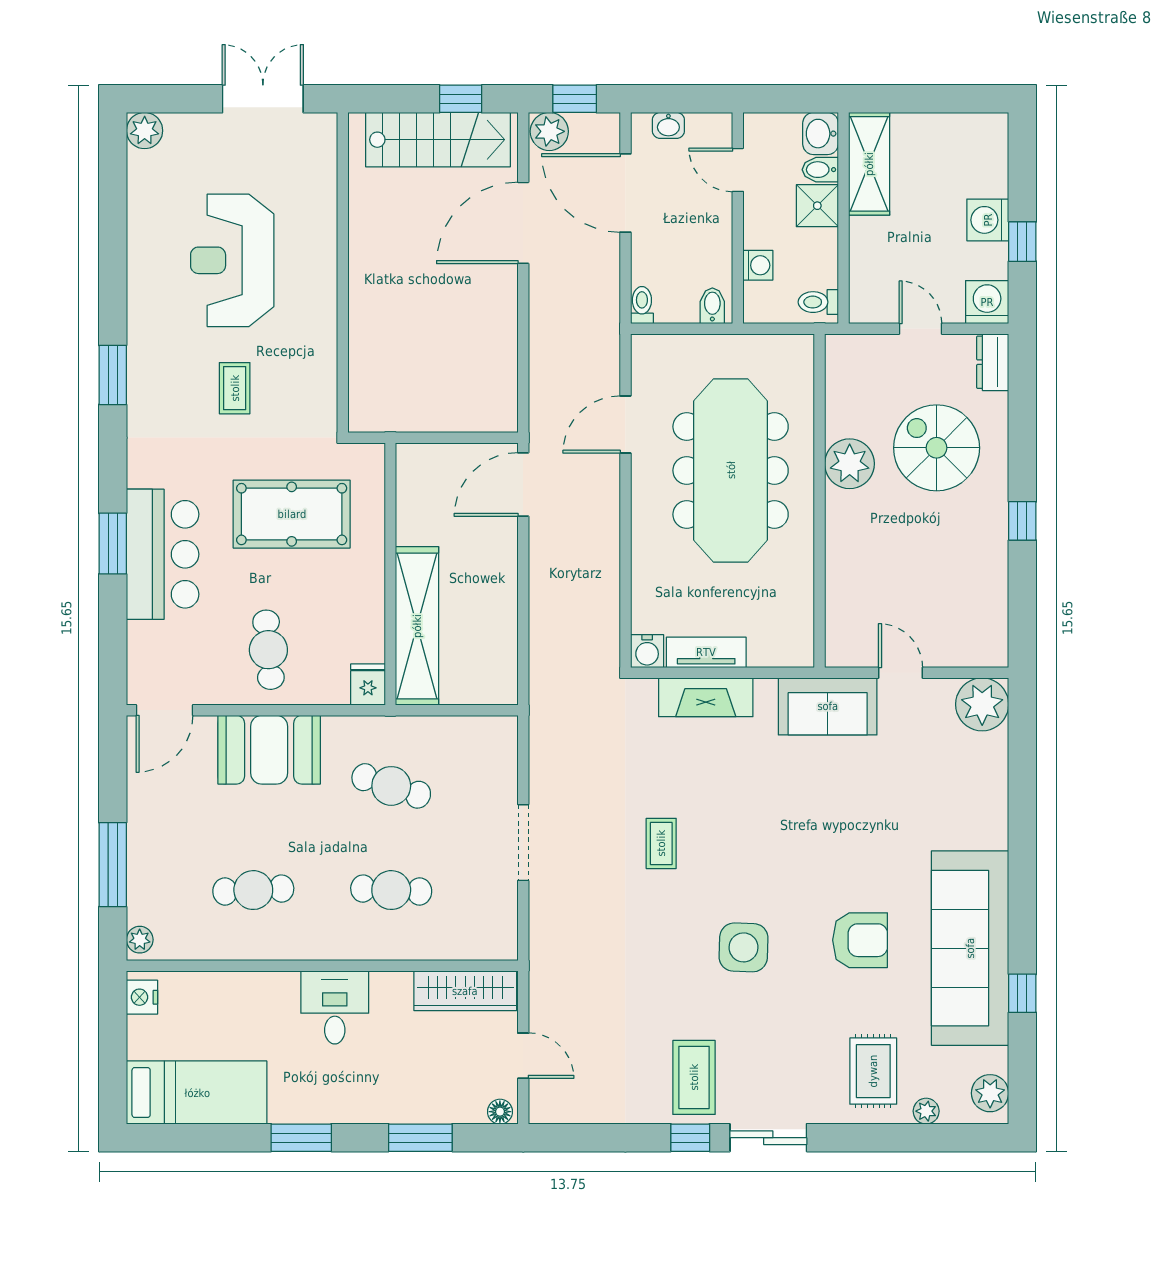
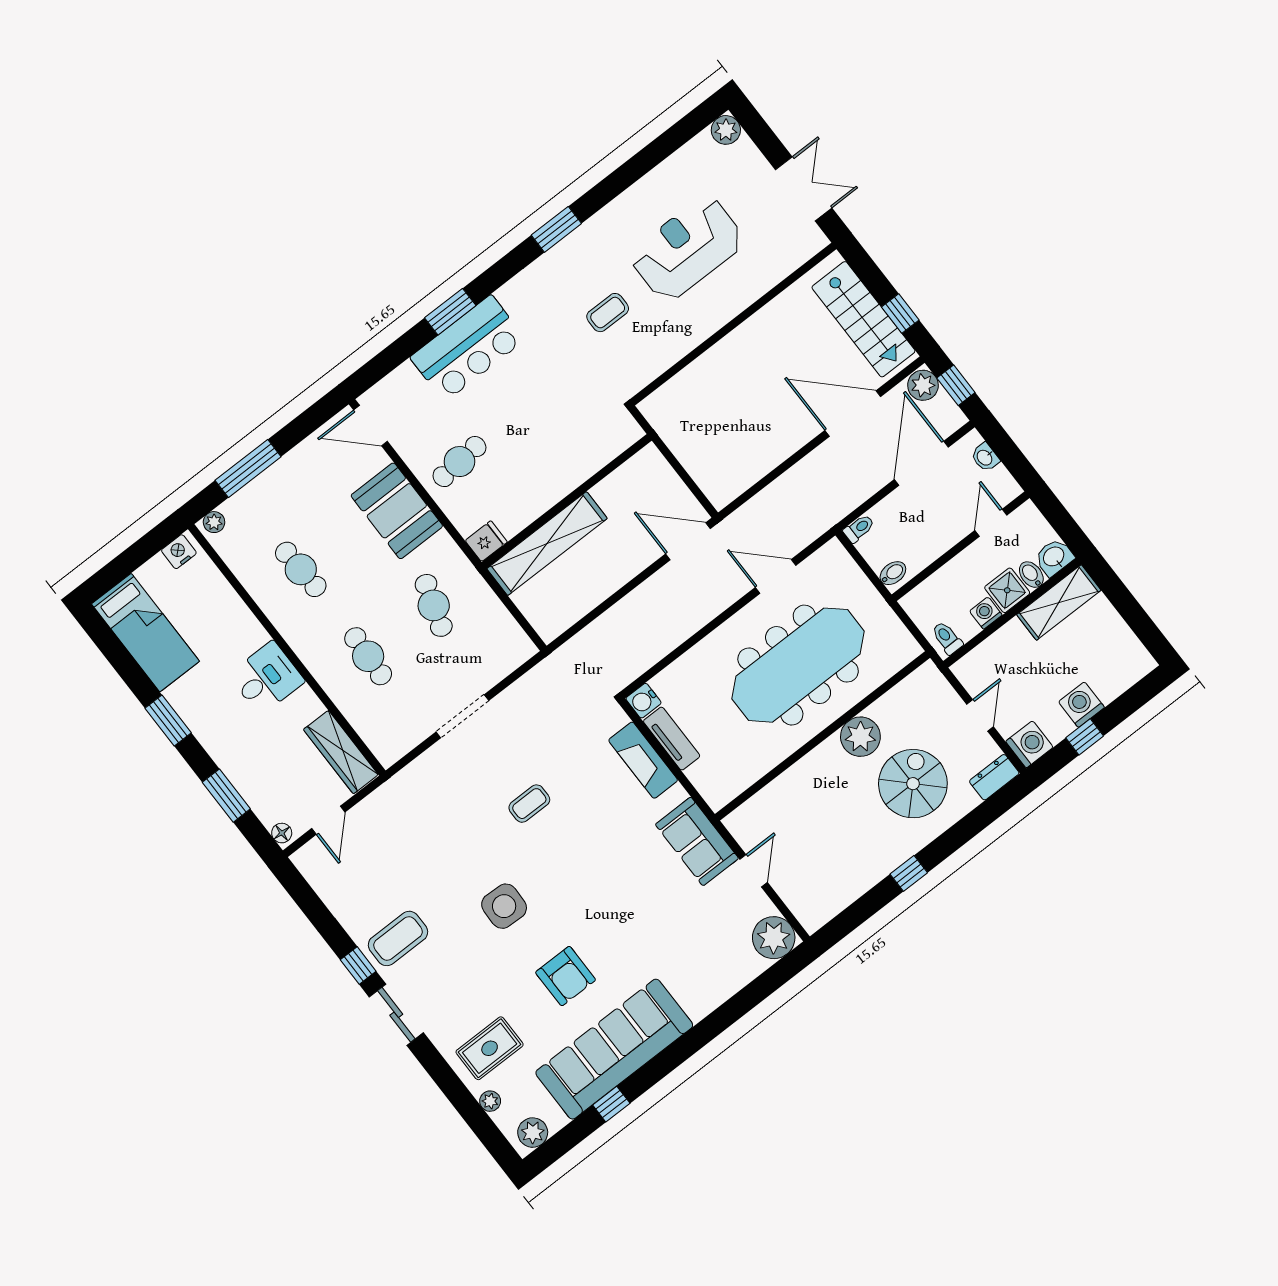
washing machine: (758, 265) -> (986, 613), moved, turned 180
pool table: (292, 514) -> (556, 410), removed

